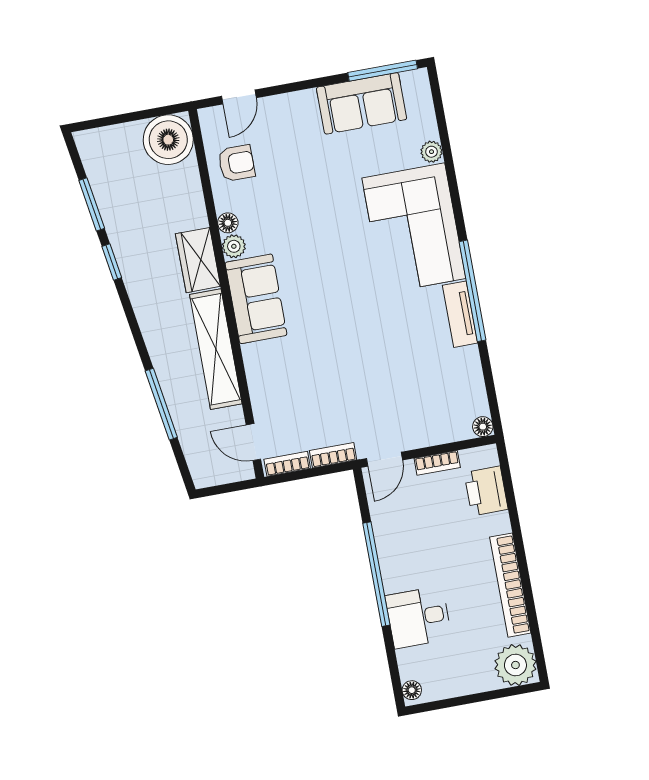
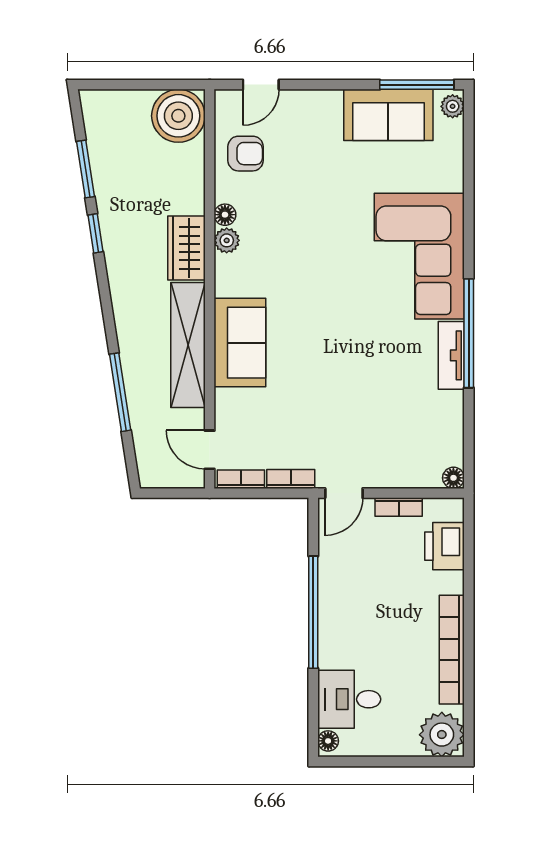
plant: (432, 152) -> (453, 106), moved
sofa: (256, 299) -> (240, 343), moved
desk: (419, 617) -> (349, 699), moved

